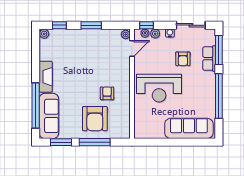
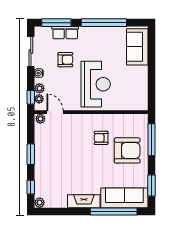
sofa: (189, 128) -> (137, 47), width x0.73
window: (95, 142) -> (151, 140), moved

